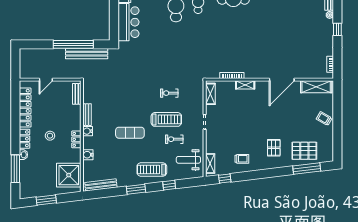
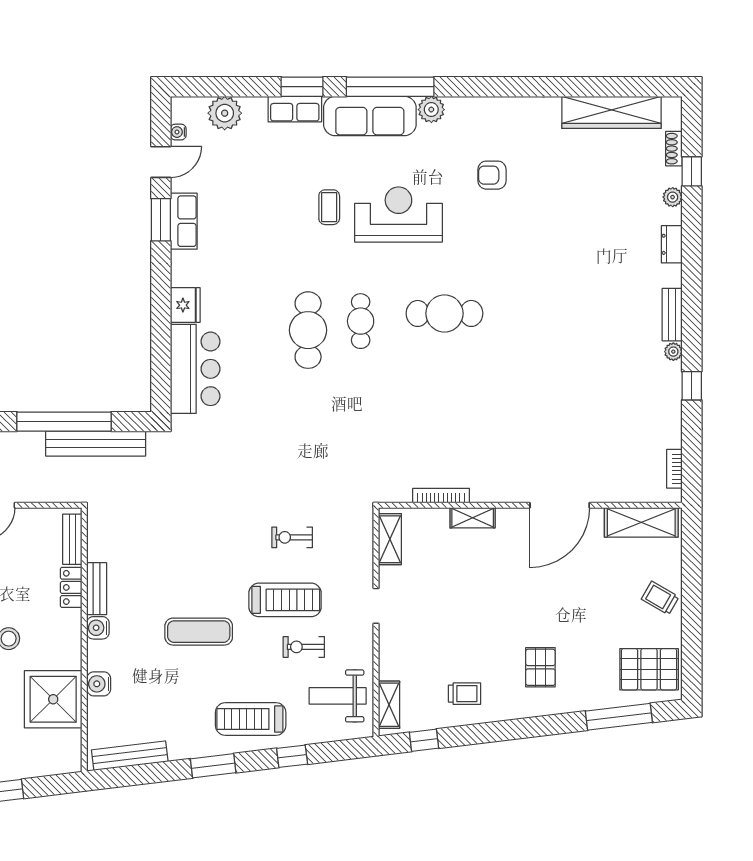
locker: (76, 139) -> (71, 587), moved
pallet: (304, 151) -> (649, 669), moved
shower: (69, 175) -> (53, 699), moved

